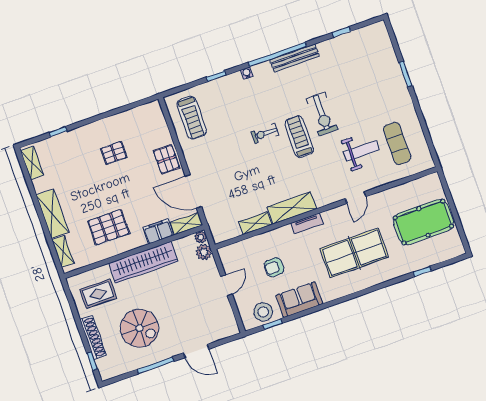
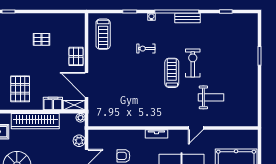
bench: (295, 58) -> (188, 18), width x0.73
exercise bike: (322, 114) -> (193, 63), turned 180
exercise bike: (265, 133) -> (146, 49), moved
exercise mat: (397, 143) -> (237, 101), removed
shelving: (292, 208) -> (150, 120), removed
shelving: (255, 223) -> (121, 121), removed
pallet: (109, 227) -> (20, 89), turned 90
plant: (204, 252) -> (79, 141), moved

